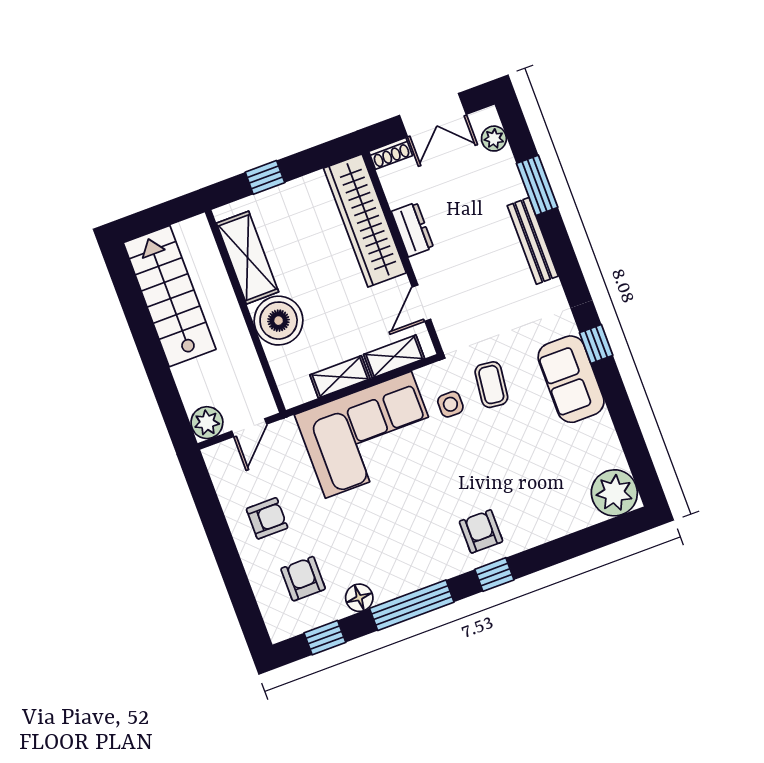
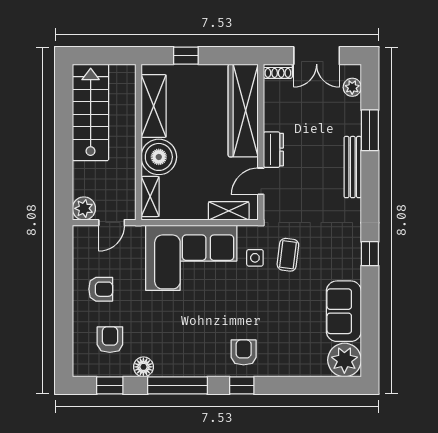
dresser: (412, 230) -> (273, 150), moved
shelving: (340, 377) -> (150, 196), moved, turned 90
sofa: (571, 379) -> (344, 311), moved

